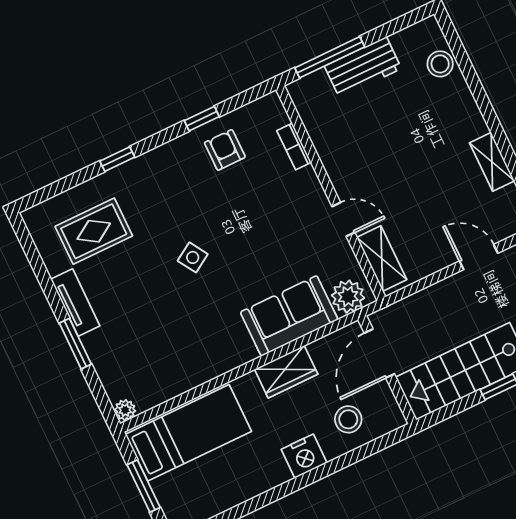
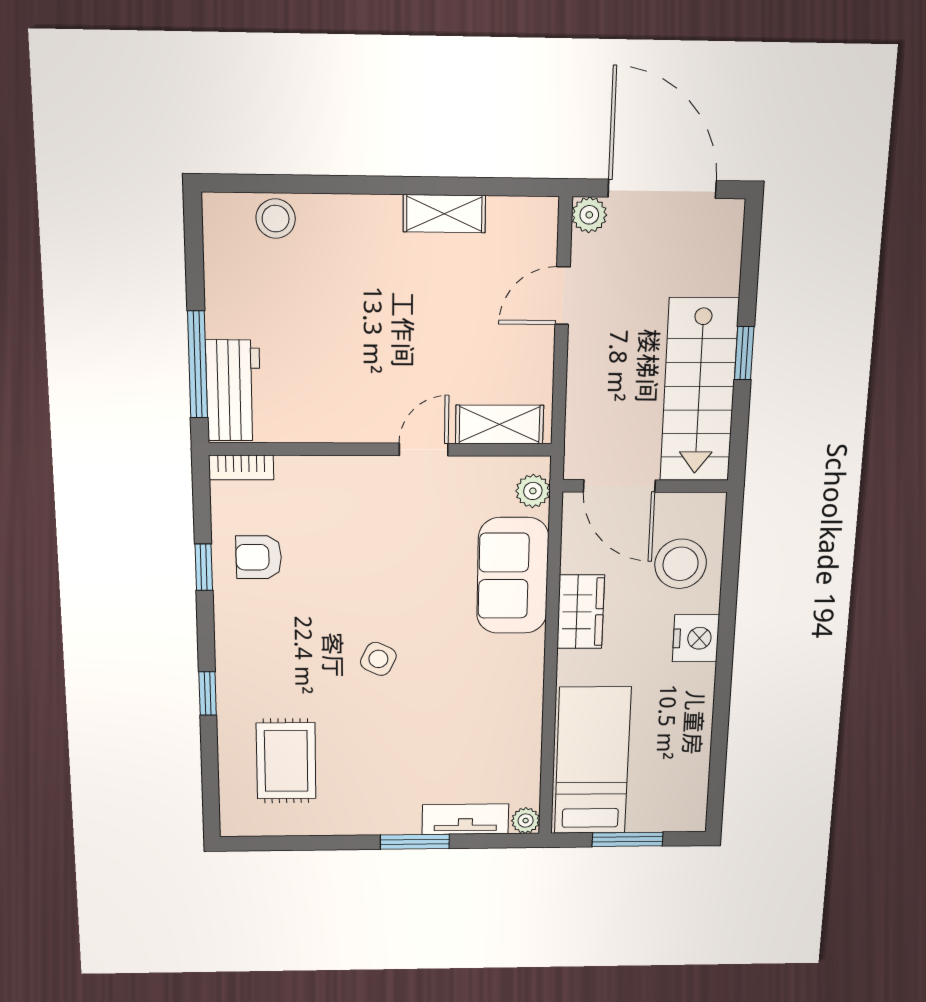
workbench: (363, 67) -> (233, 391), moved
bookcase: (294, 147) -> (241, 467), moved
side table: (193, 257) -> (378, 659), turned -32
plant: (348, 297) -> (533, 491), width x0.73, depth x0.73
tv unit: (75, 303) -> (465, 819), moved
stool: (348, 419) -> (681, 564), width x1.38, depth x1.38

